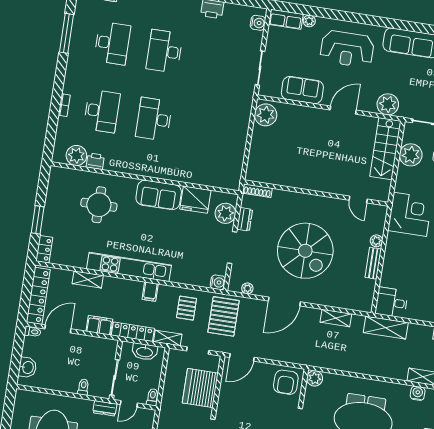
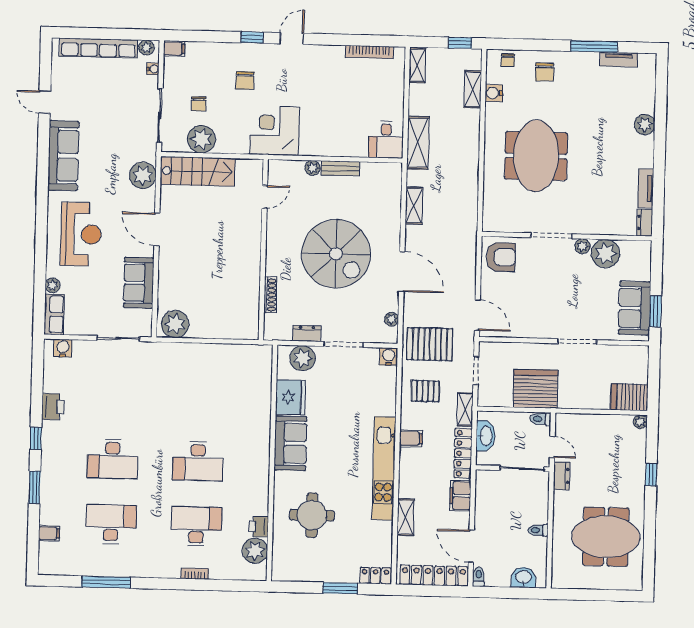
shoe rack: (257, 191) -> (270, 295), moved
spiral stairs: (305, 251) -> (336, 254), turned 90
plant: (315, 378) -> (492, 222), removed
toilet: (83, 387) -> (538, 530), moved
server rack: (200, 388) -> (535, 389), moved, turned 180

